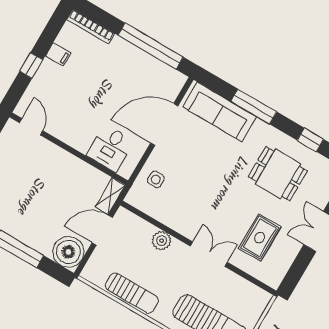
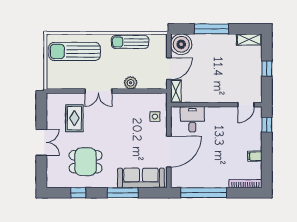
window: (31, 65) -> (267, 125), moved
door: (31, 127) -> (246, 105), hinge flipped

